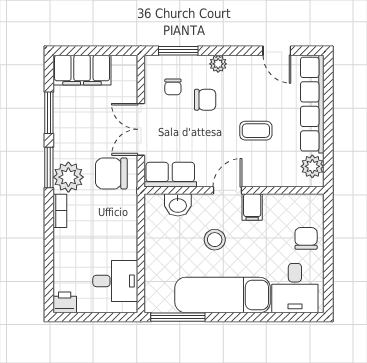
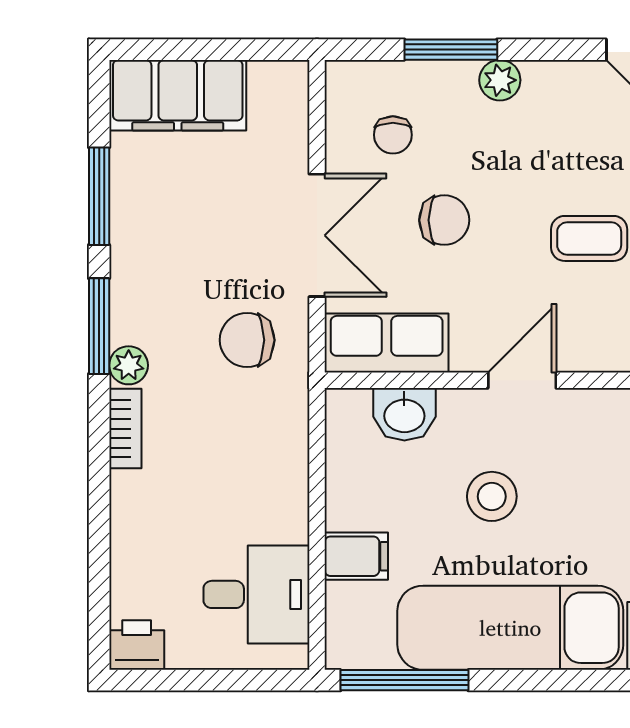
window: (178, 51) -> (451, 50), moved
chair: (205, 100) -> (444, 220), moved
double door: (141, 129) -> (317, 235), swing flipped
chair: (111, 173) -> (247, 340), width x0.73, depth x0.73
plant: (68, 177) -> (129, 365), width x0.53, depth x0.53
filing cabinet: (252, 207) -> (356, 556), moved, turned -90

